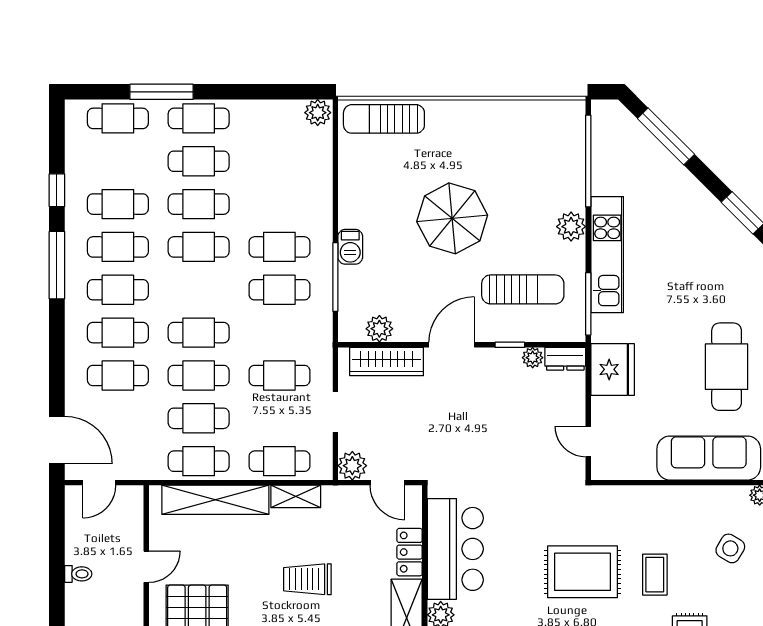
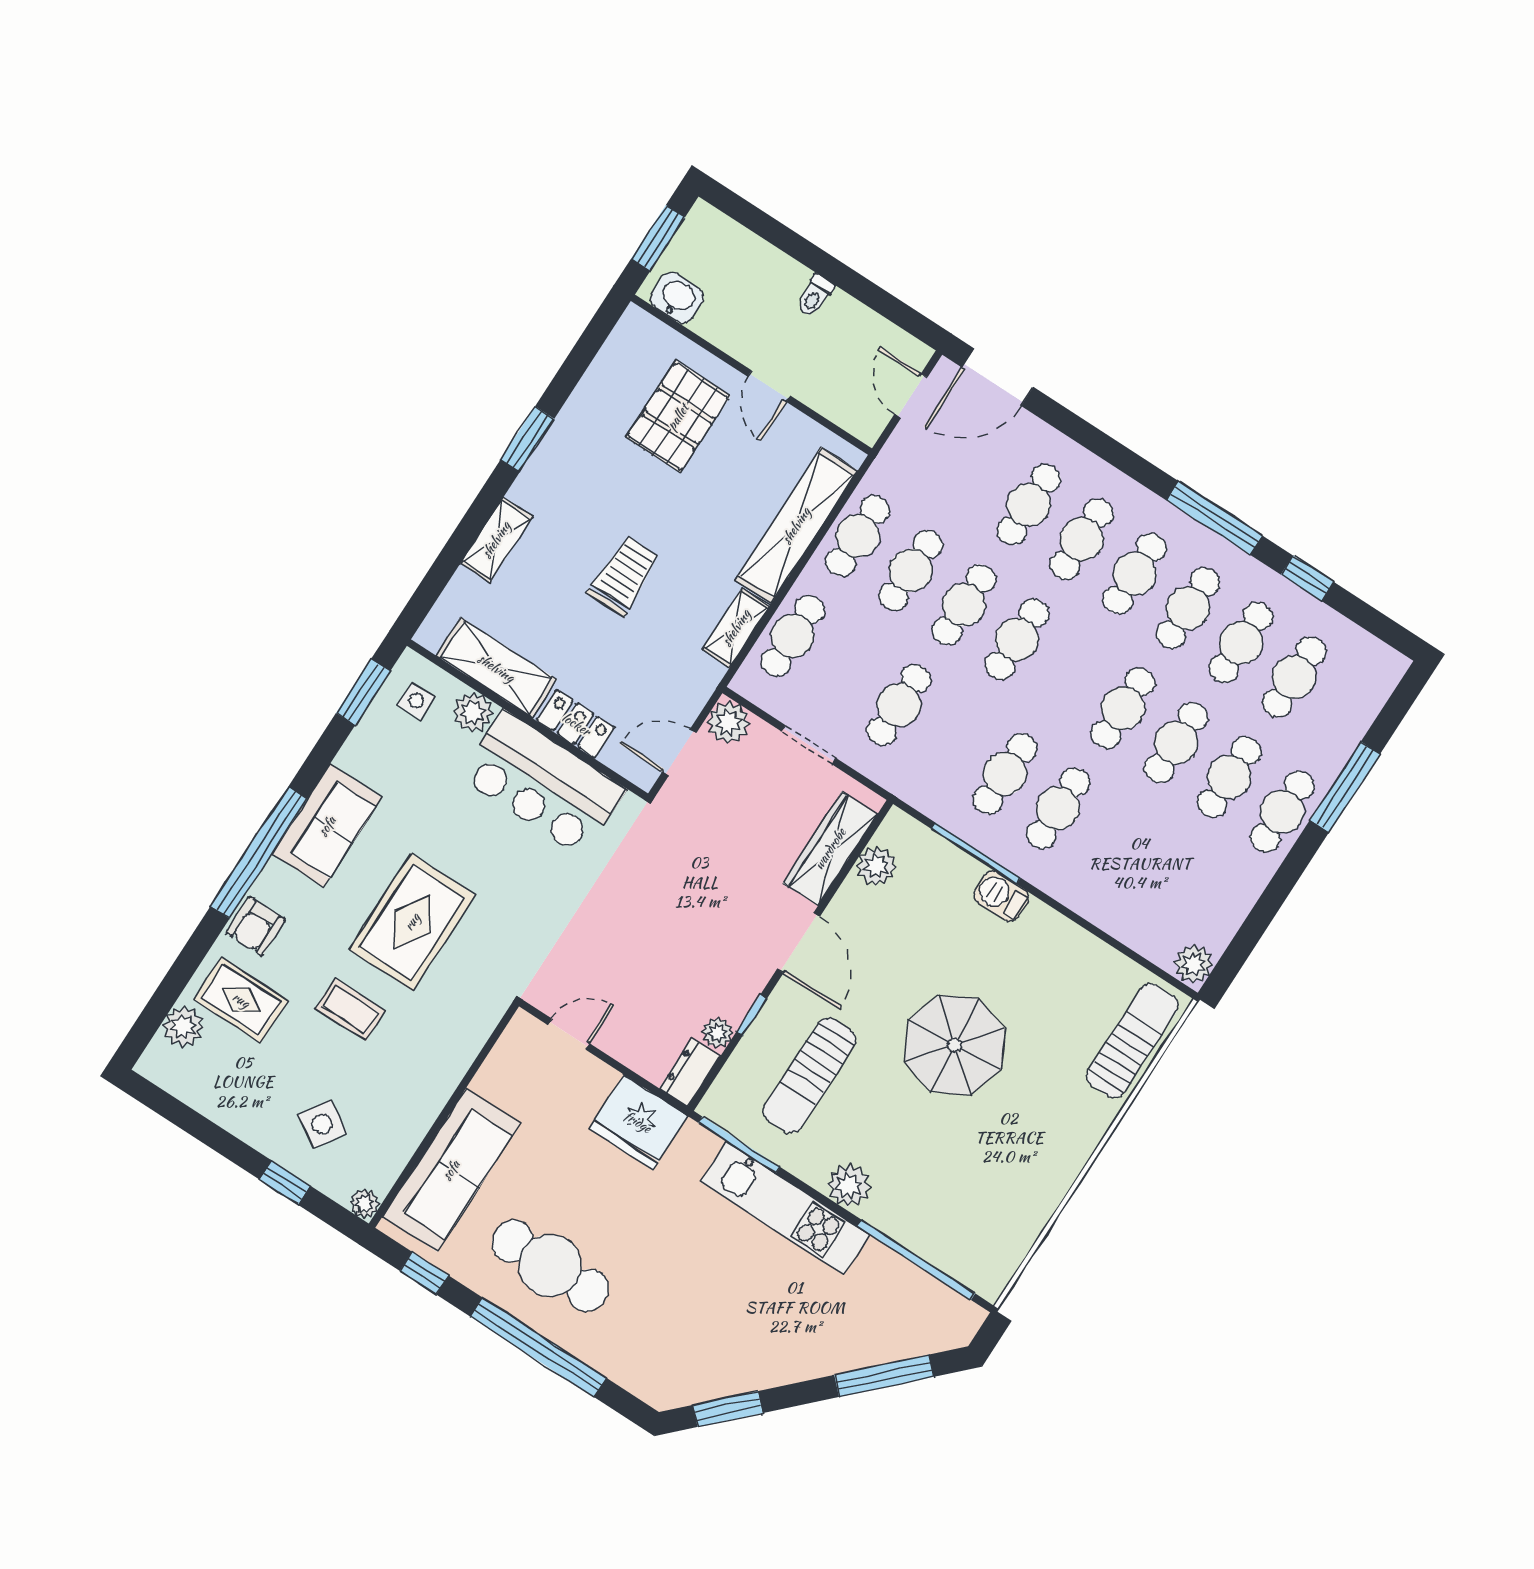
cafe table: (118, 118) -> (1294, 677), moved

